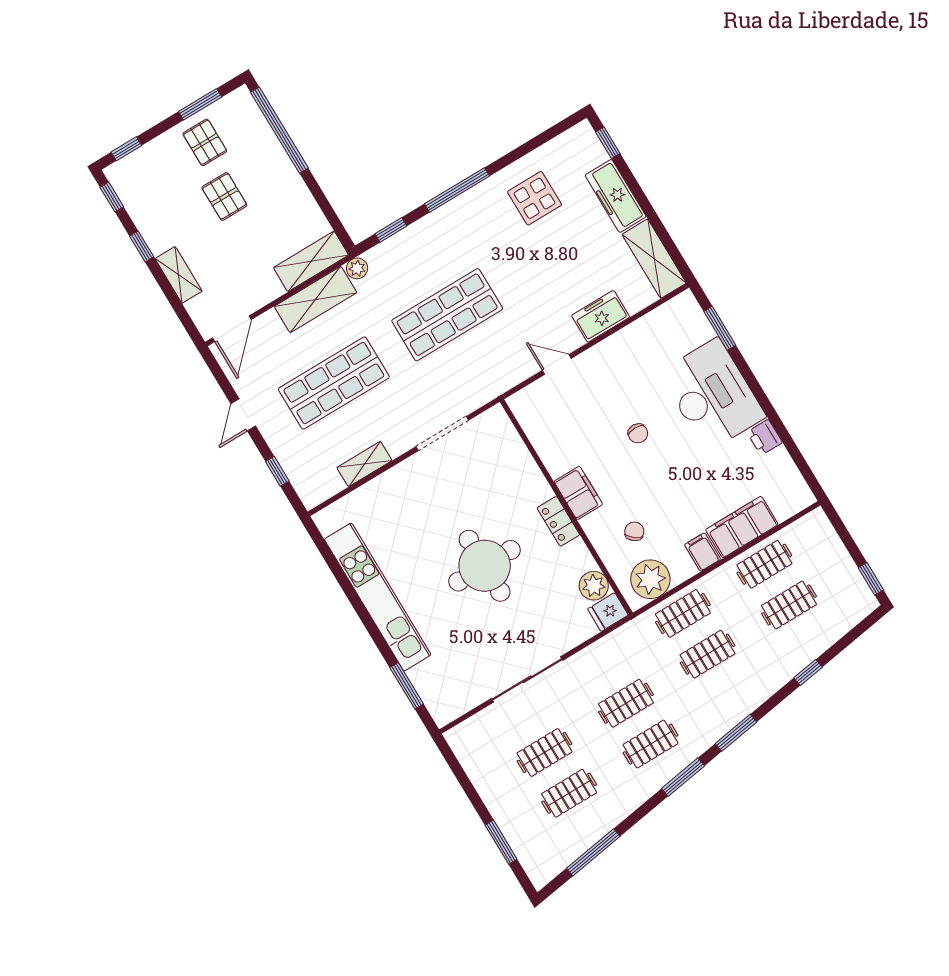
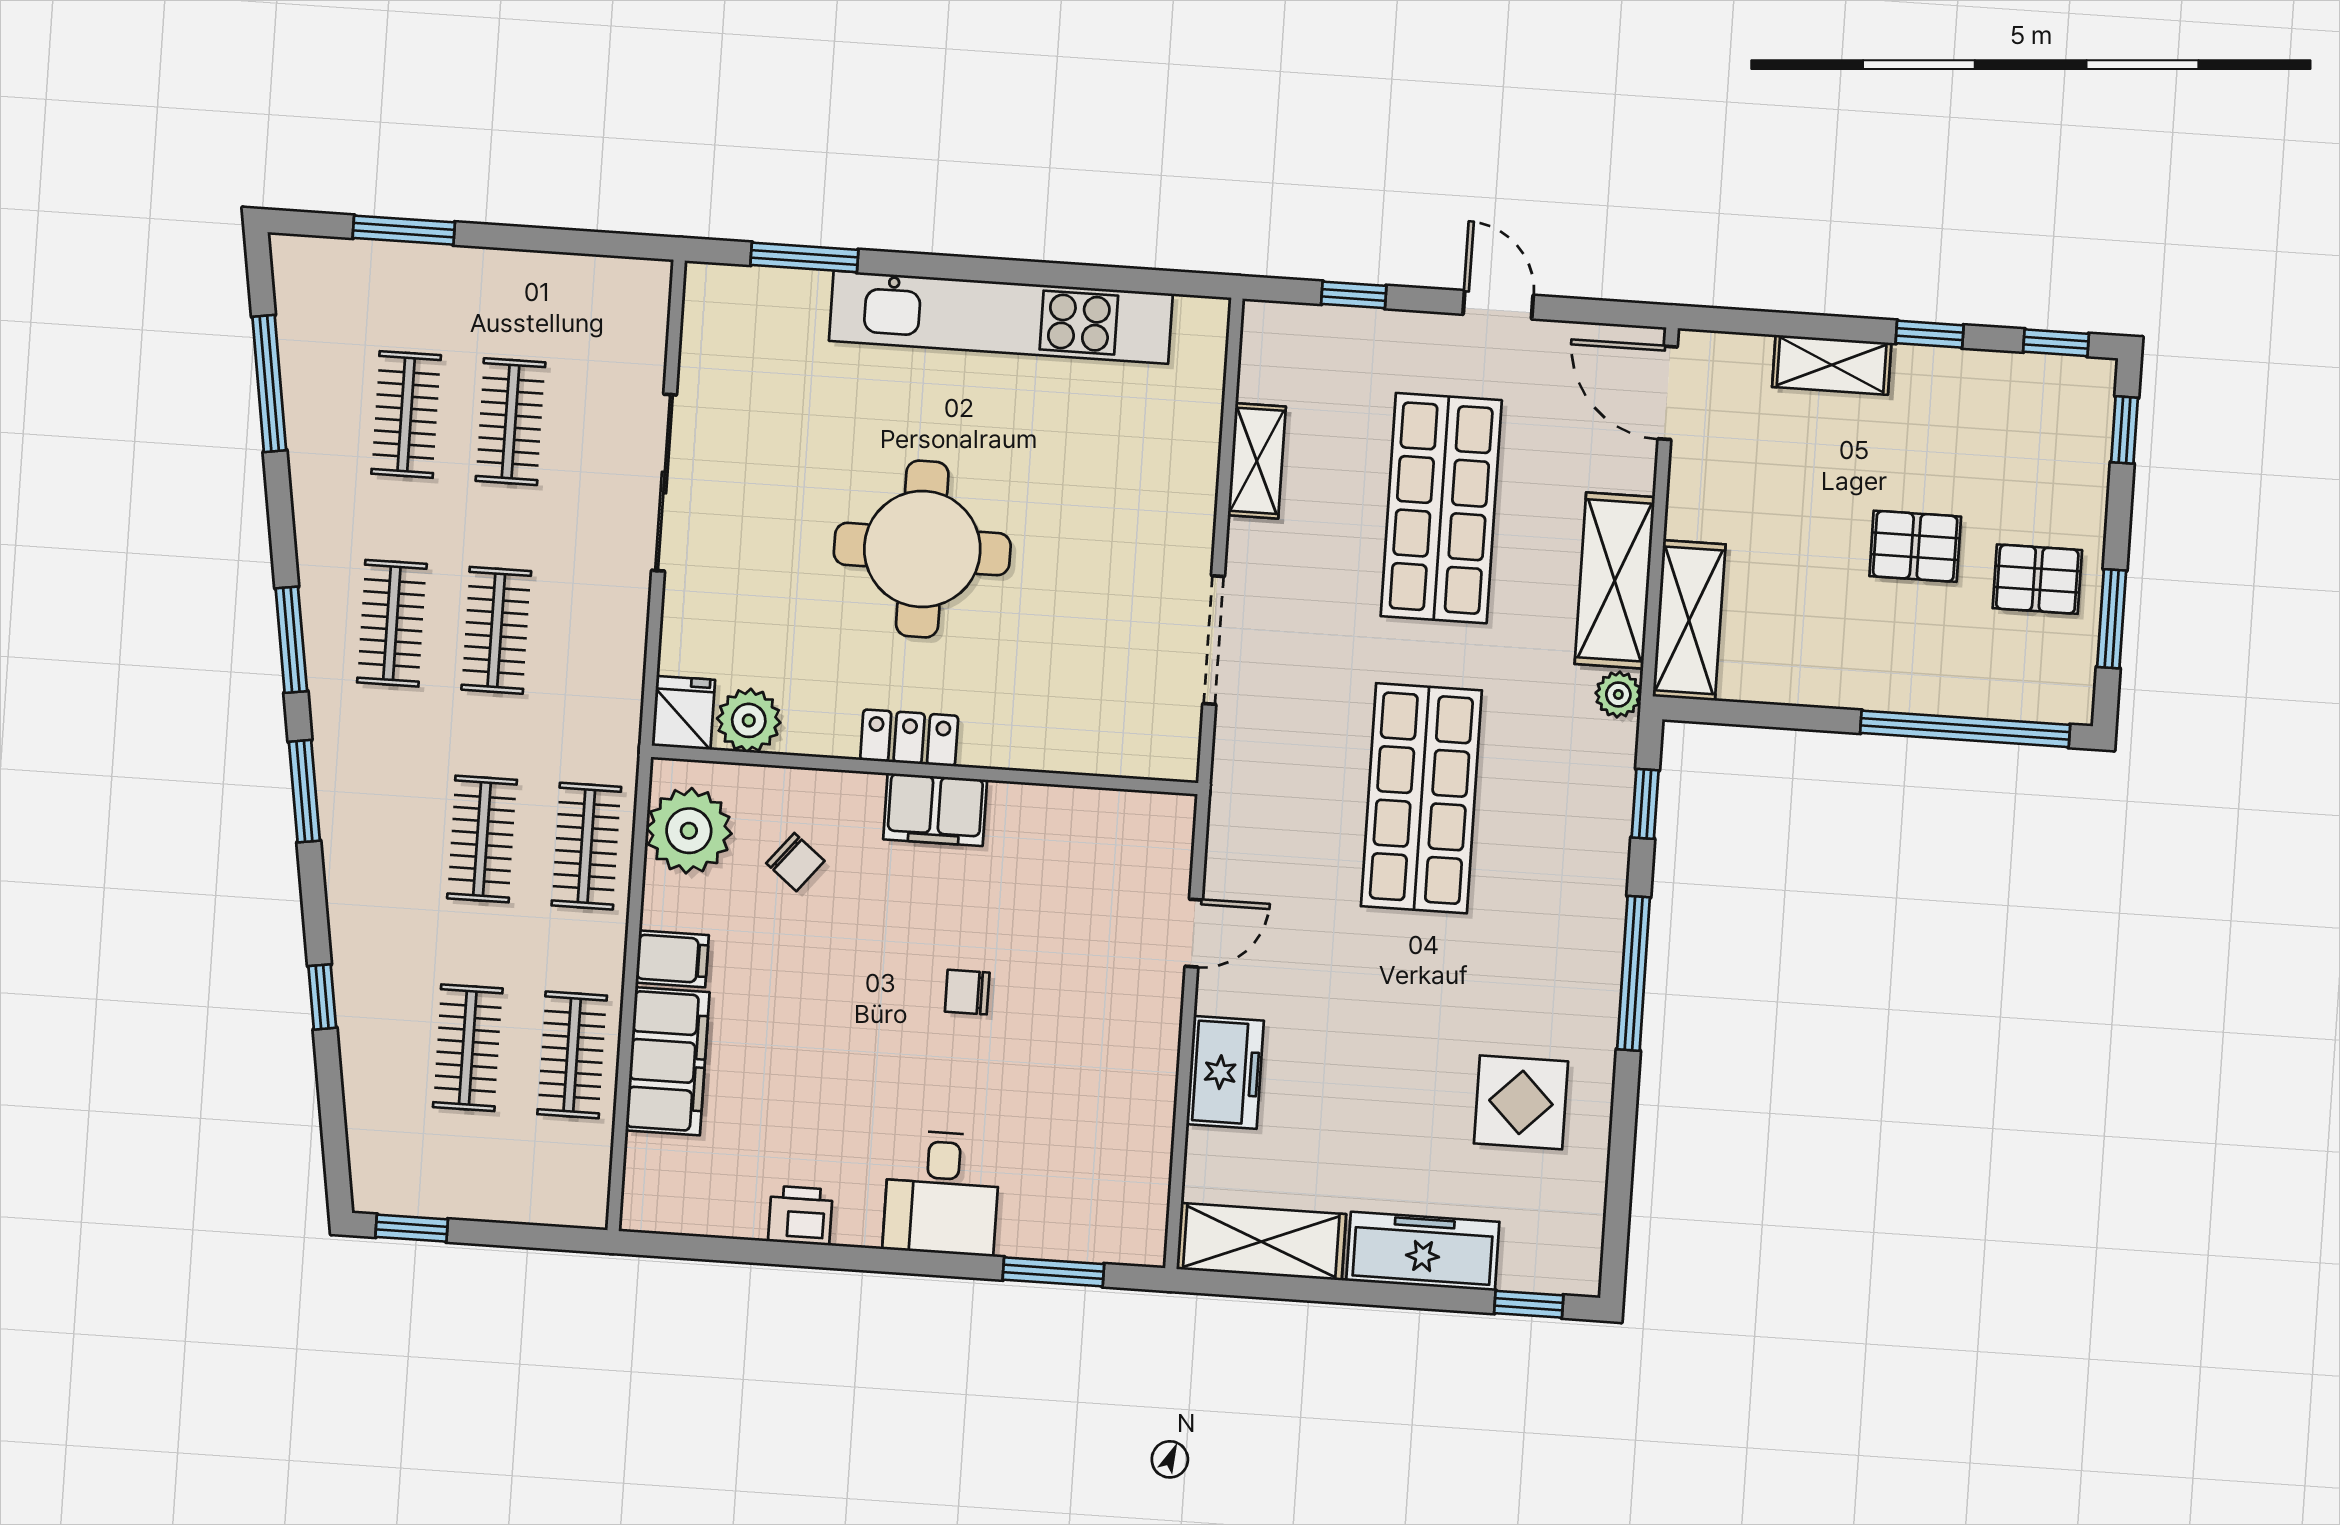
desk: (712, 395) -> (942, 1193), width x0.53, depth x0.77

